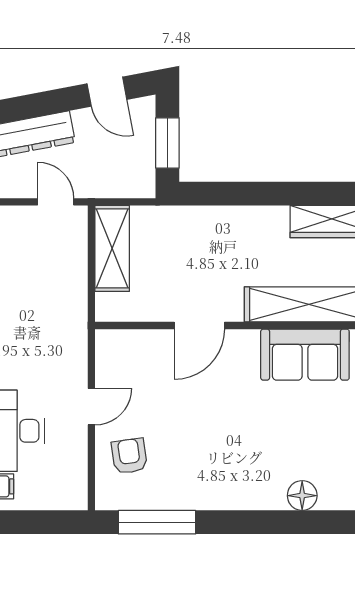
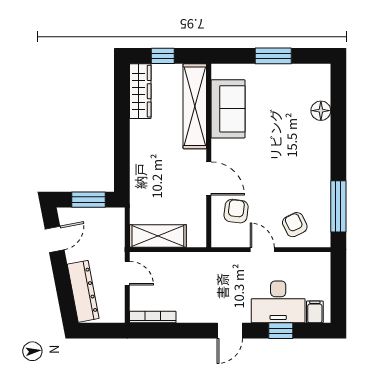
door: (56, 202) -> (127, 273), swing flipped
armchair: (150, 367) -> (236, 211), added
armchair: (129, 456) -> (295, 225), turned 72

